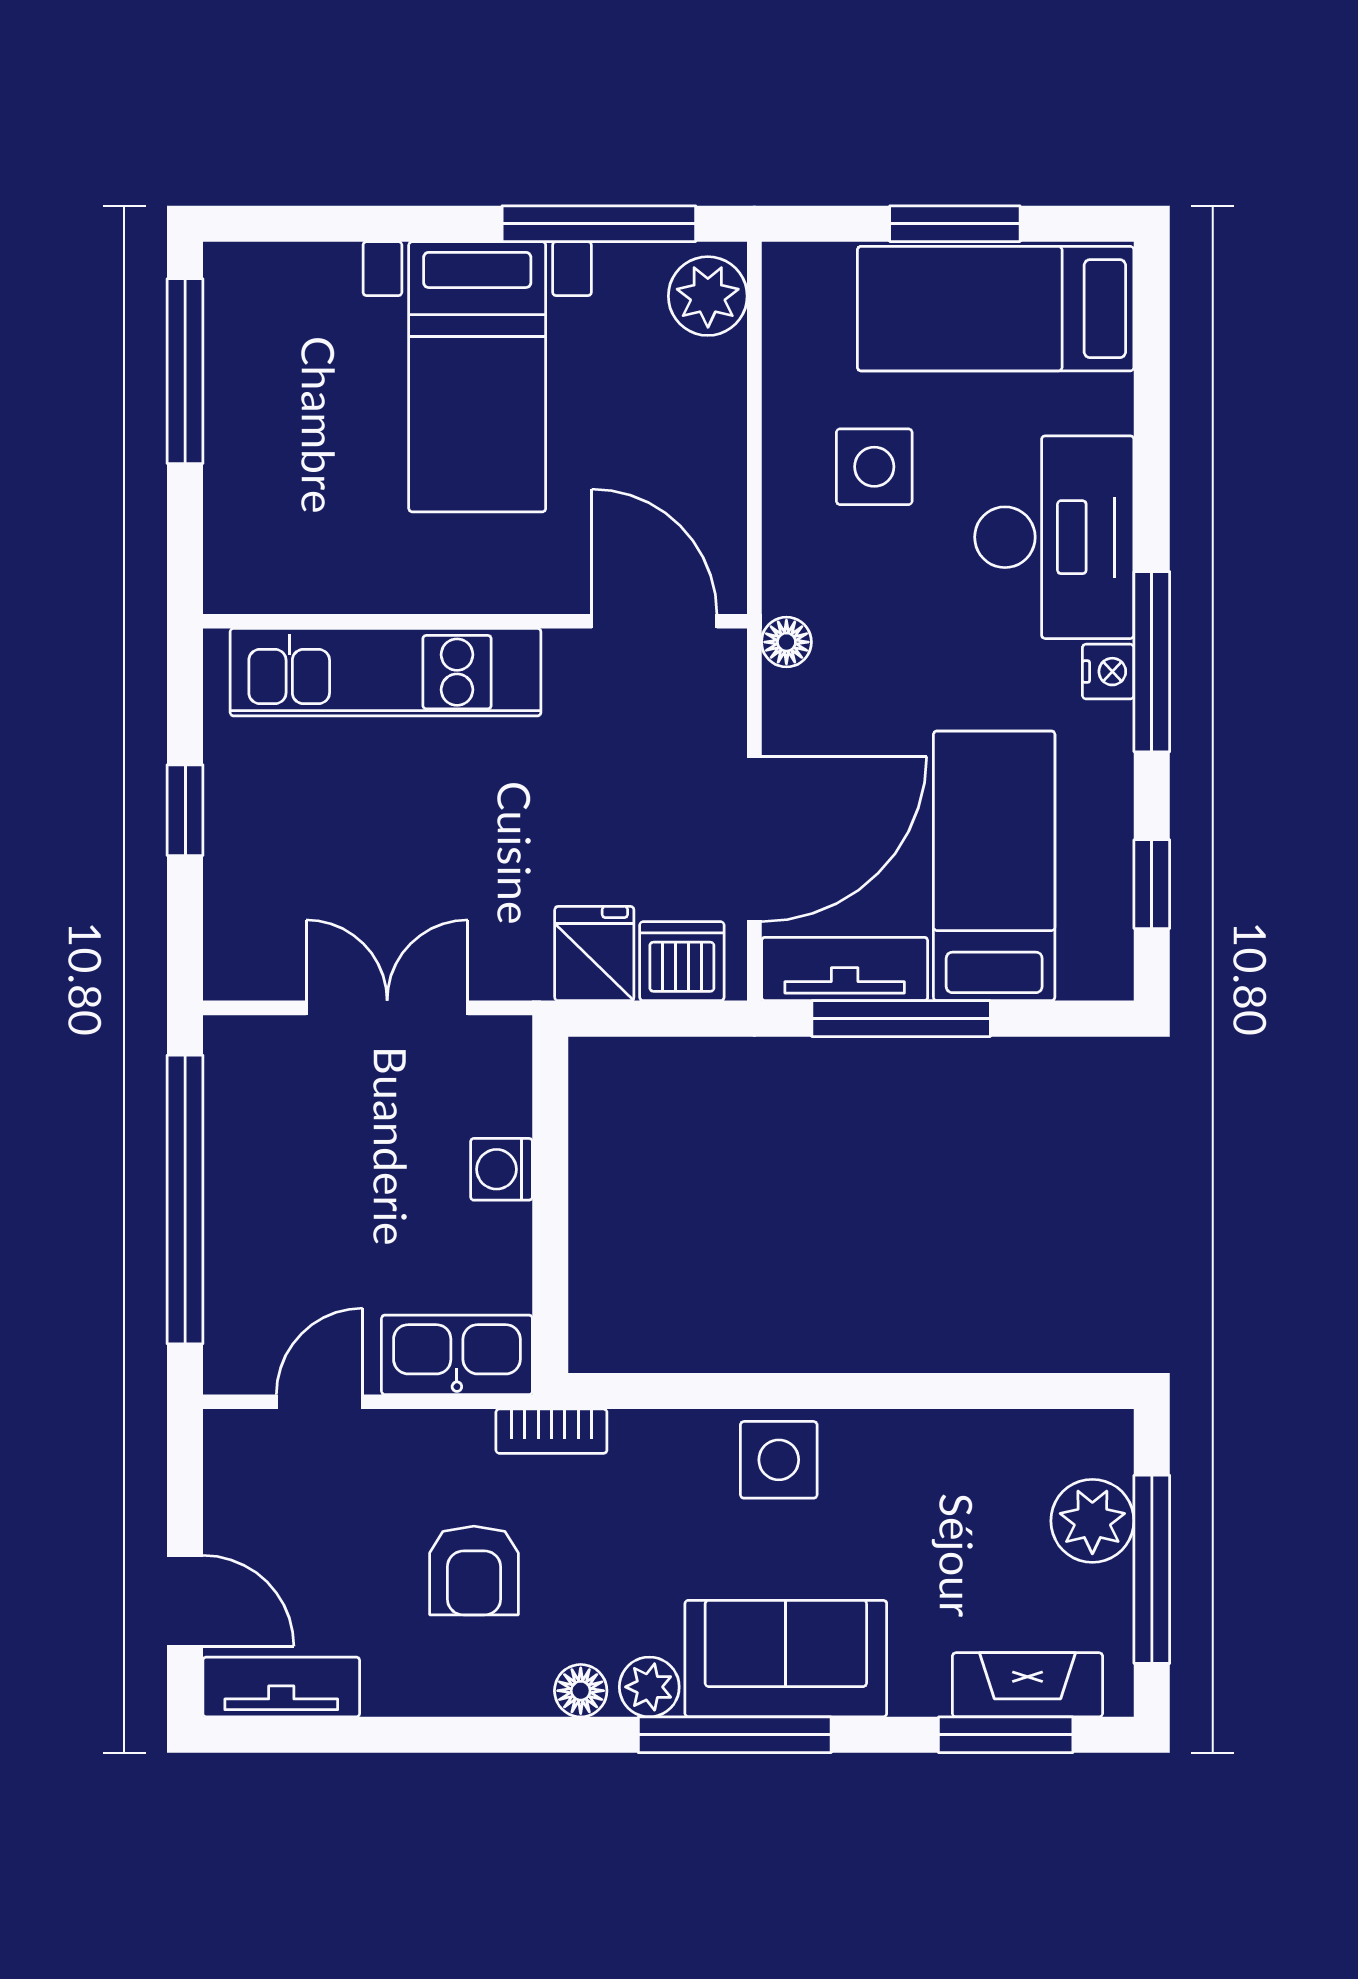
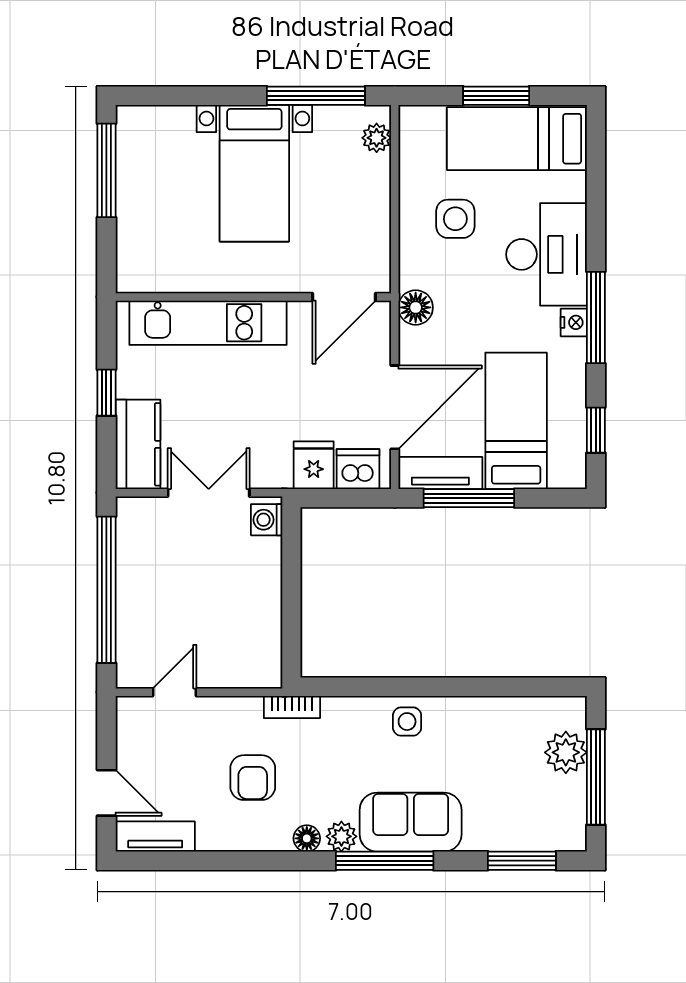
plant: (708, 296) -> (377, 138), width x0.73, depth x0.73
door: (654, 621) -> (344, 297), swing flipped
floor lamp: (786, 642) -> (416, 307), width x1.37, depth x1.37
kitchen counter: (247, 912) -> (138, 444), added
washing machine: (501, 1169) -> (267, 520), moved
kitchen sink: (457, 1355) -> (244, 668), removed
side table: (779, 1460) -> (407, 722), width x0.73, depth x0.73
fireplace: (1028, 1685) -> (533, 835), removed

